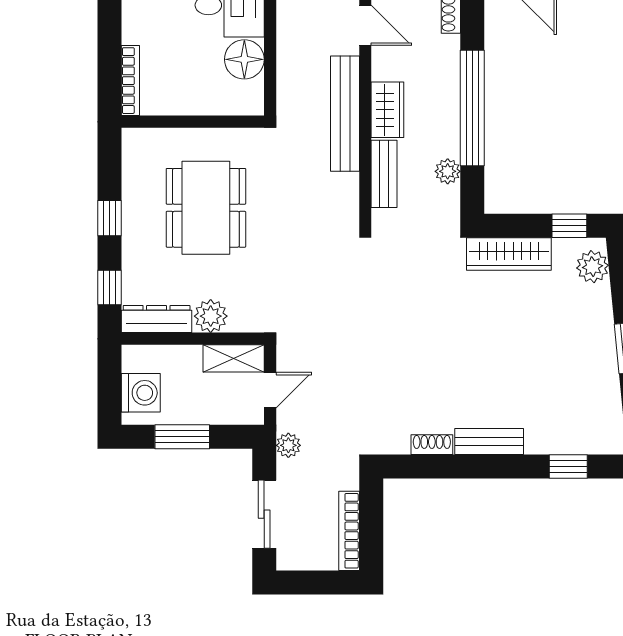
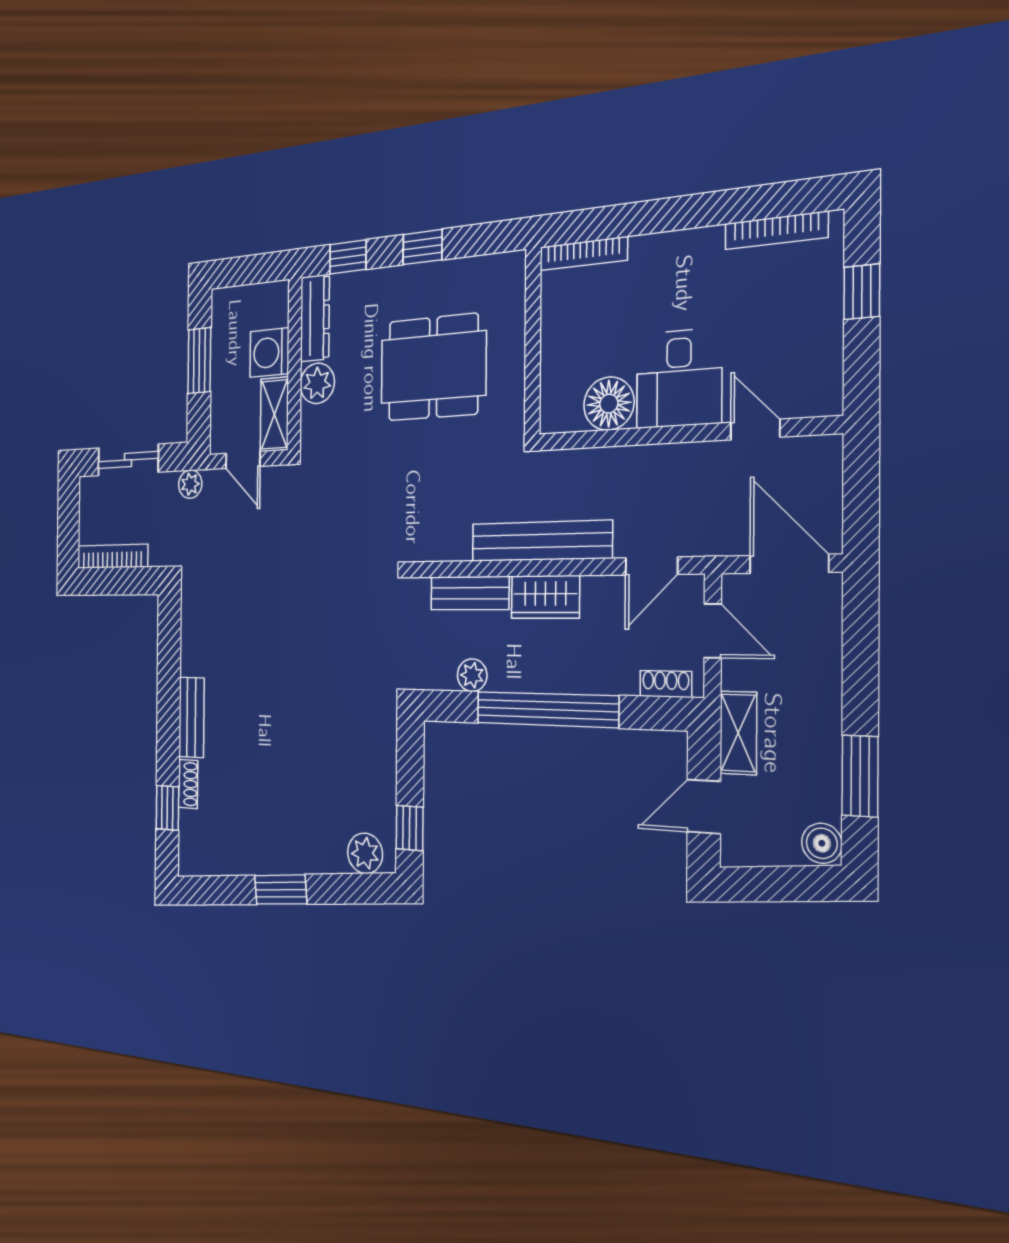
wardrobe: (509, 254) -> (379, 750), removed
washing machine: (141, 393) -> (269, 353), moved, turned 90
shoe rack: (432, 445) -> (188, 784), moved

